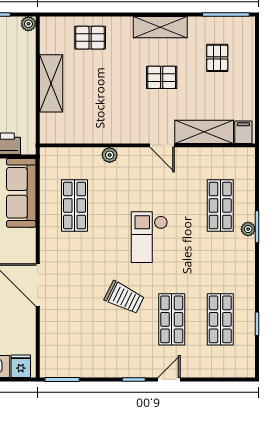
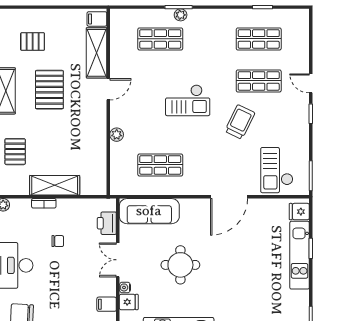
bookcase: (30, 71) -> (44, 203), added
pallet: (162, 77) -> (49, 90), width x1.50, depth x1.42
checkout: (69, 340) -> (277, 170), added

